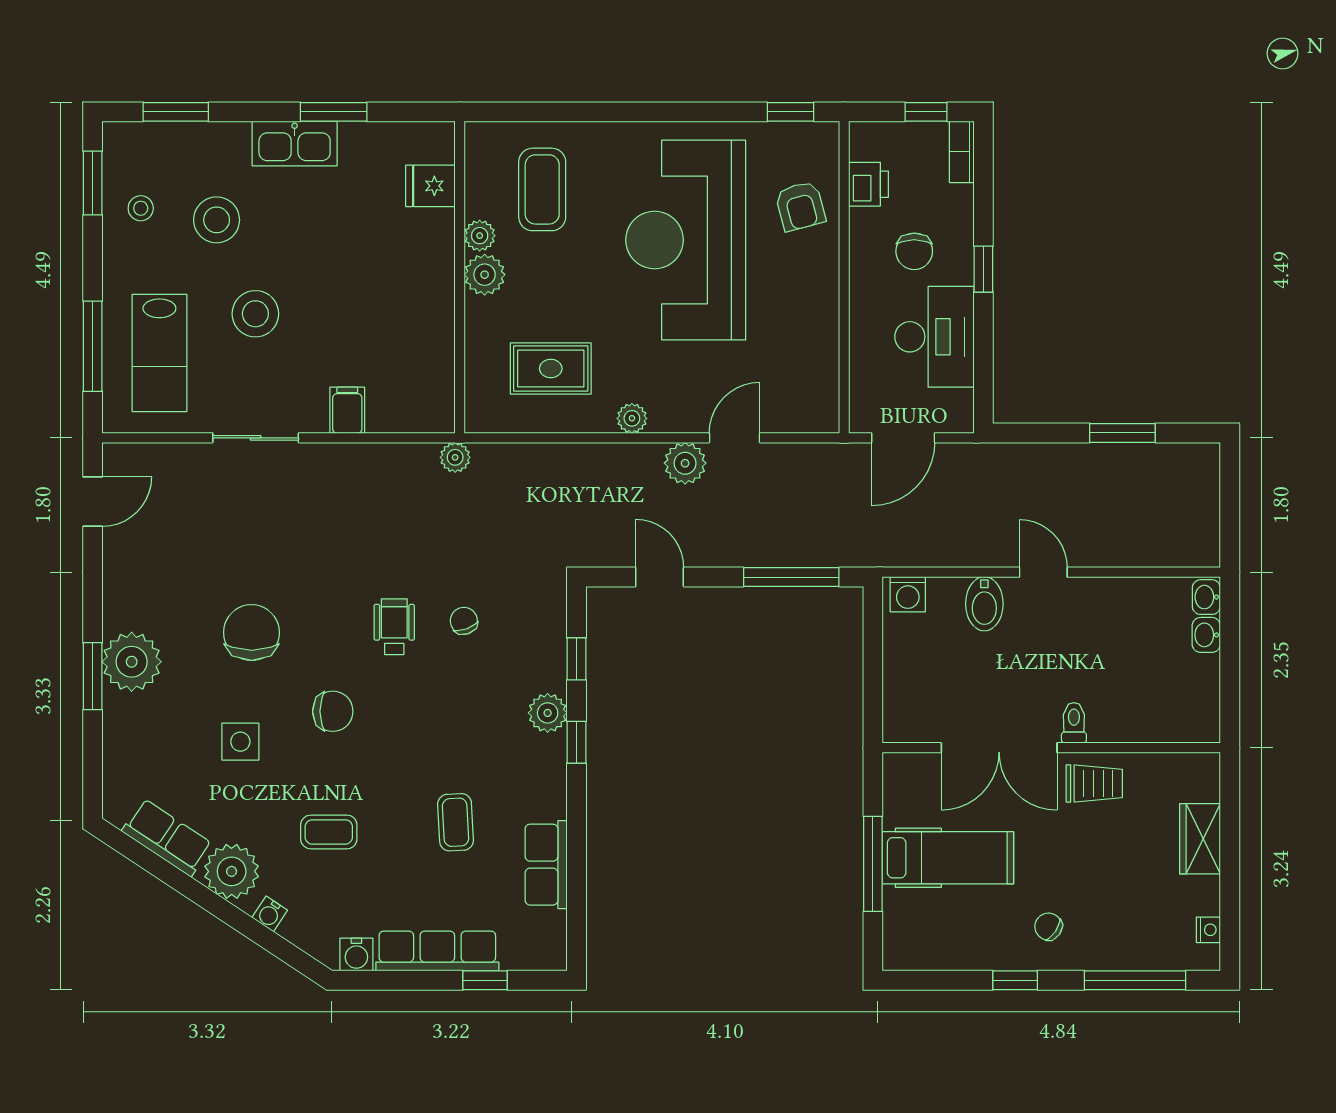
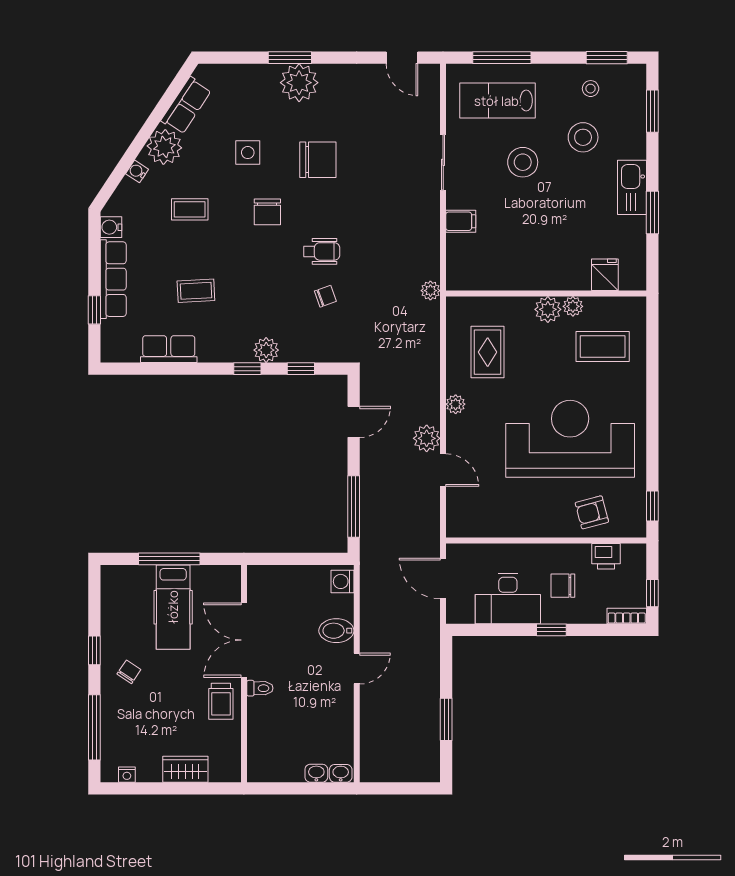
coffee table: (329, 832) -> (190, 209), turned 90

